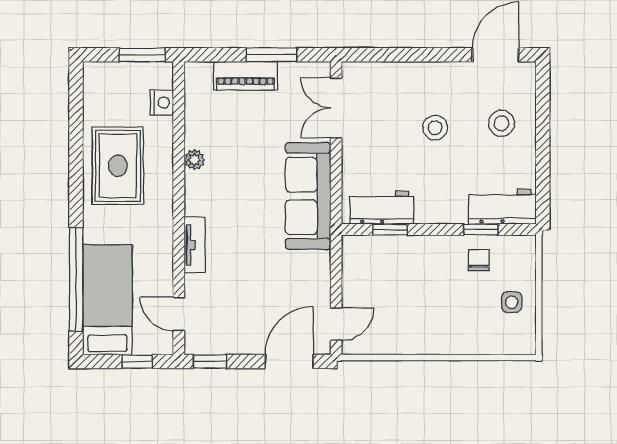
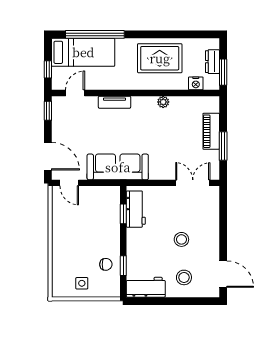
dresser: (124, 73) -> (213, 62), added
sofa: (308, 196) -> (118, 167), moved
workbench: (502, 207) -> (146, 287), moved, turned -90

